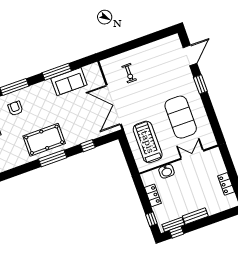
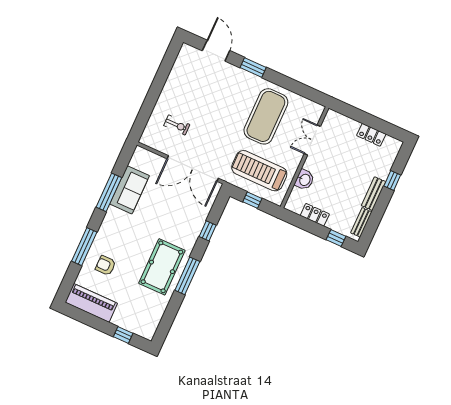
exercise mat: (181, 117) -> (266, 116), turned 90
window: (128, 154) -> (252, 200), added
window: (177, 232) -> (392, 180), moved

